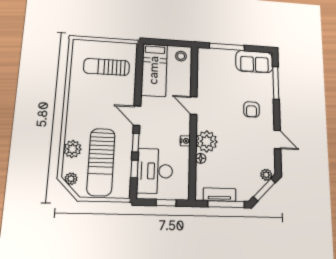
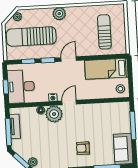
door: (194, 106) -> (69, 103), moved
plant: (72, 149) -> (59, 14), moved
desk: (155, 171) -> (21, 86), moved, turned -90

